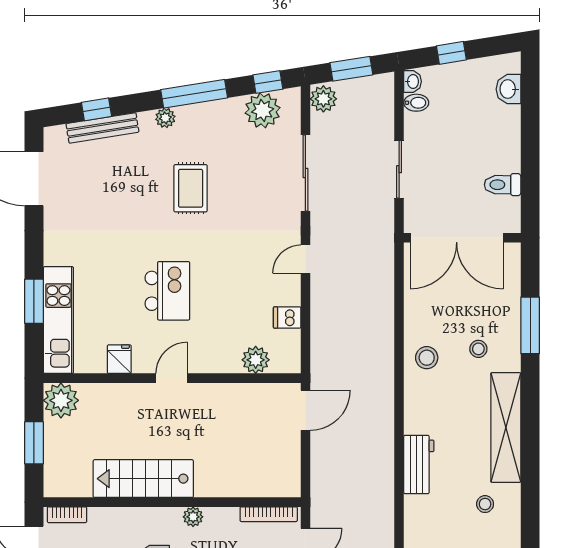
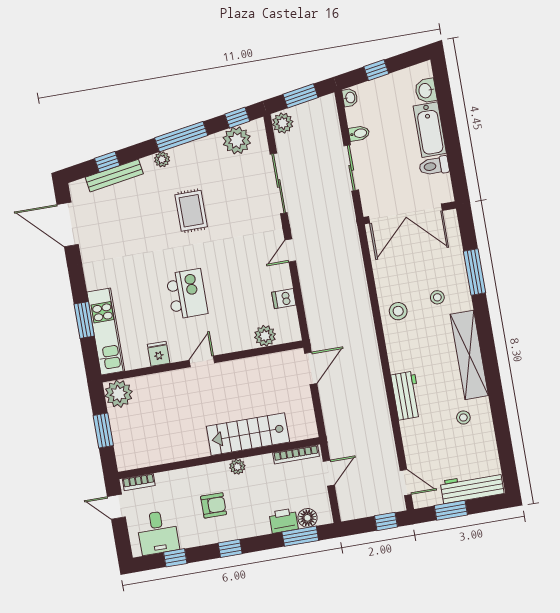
bidet: (416, 103) -> (359, 133), moved
bathtub: (505, 139) -> (430, 130), added
stairs: (143, 479) -> (248, 434), moved

